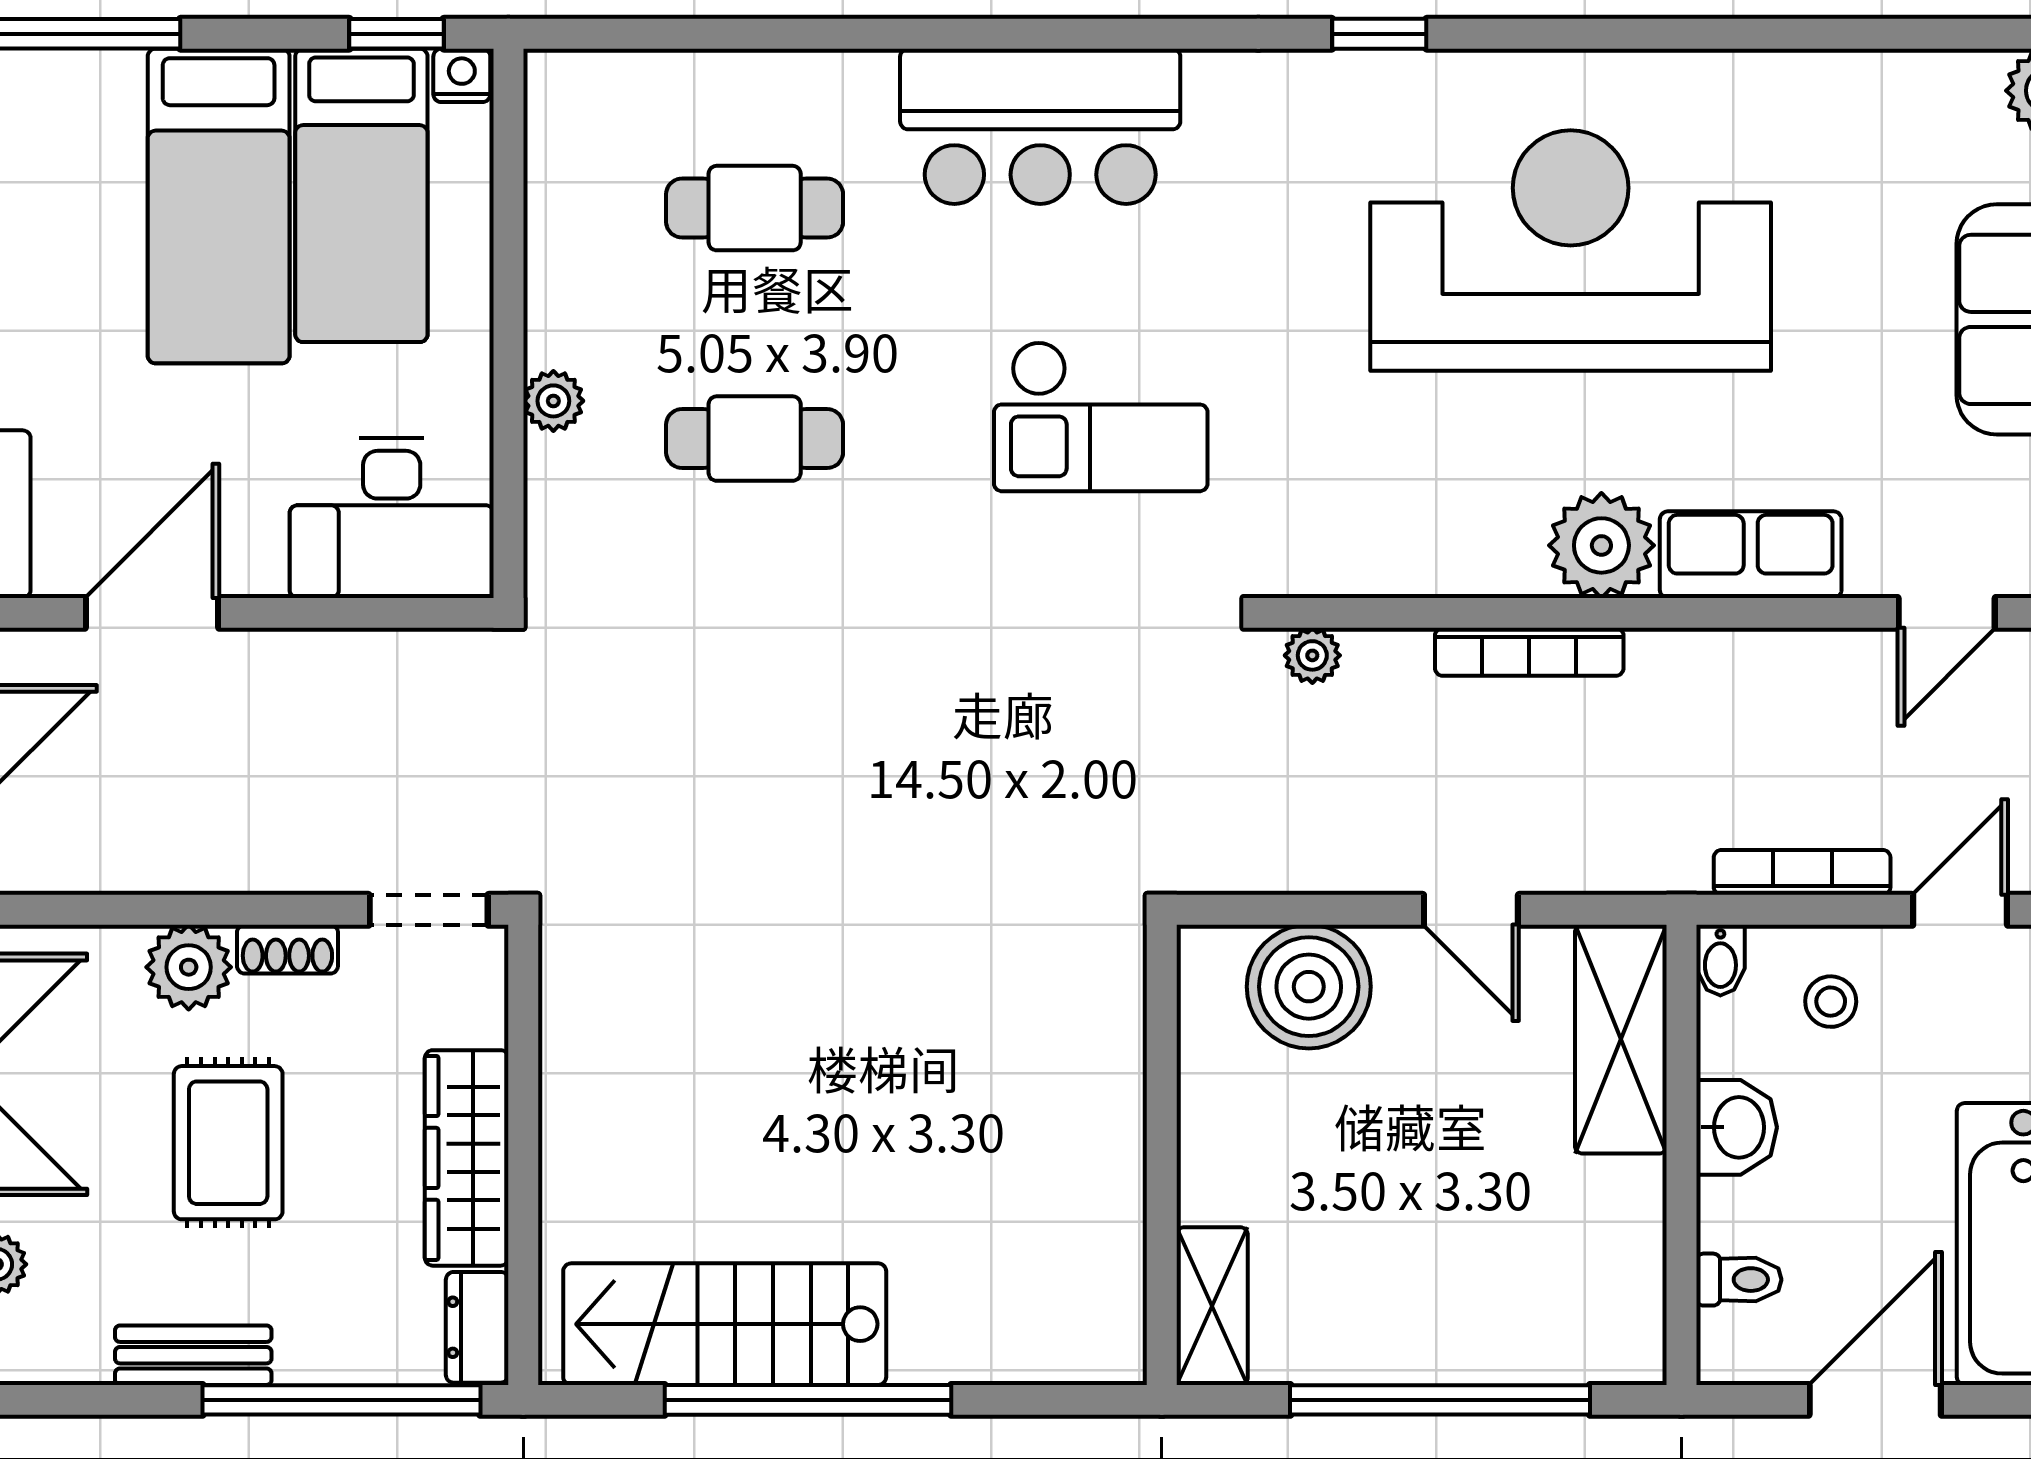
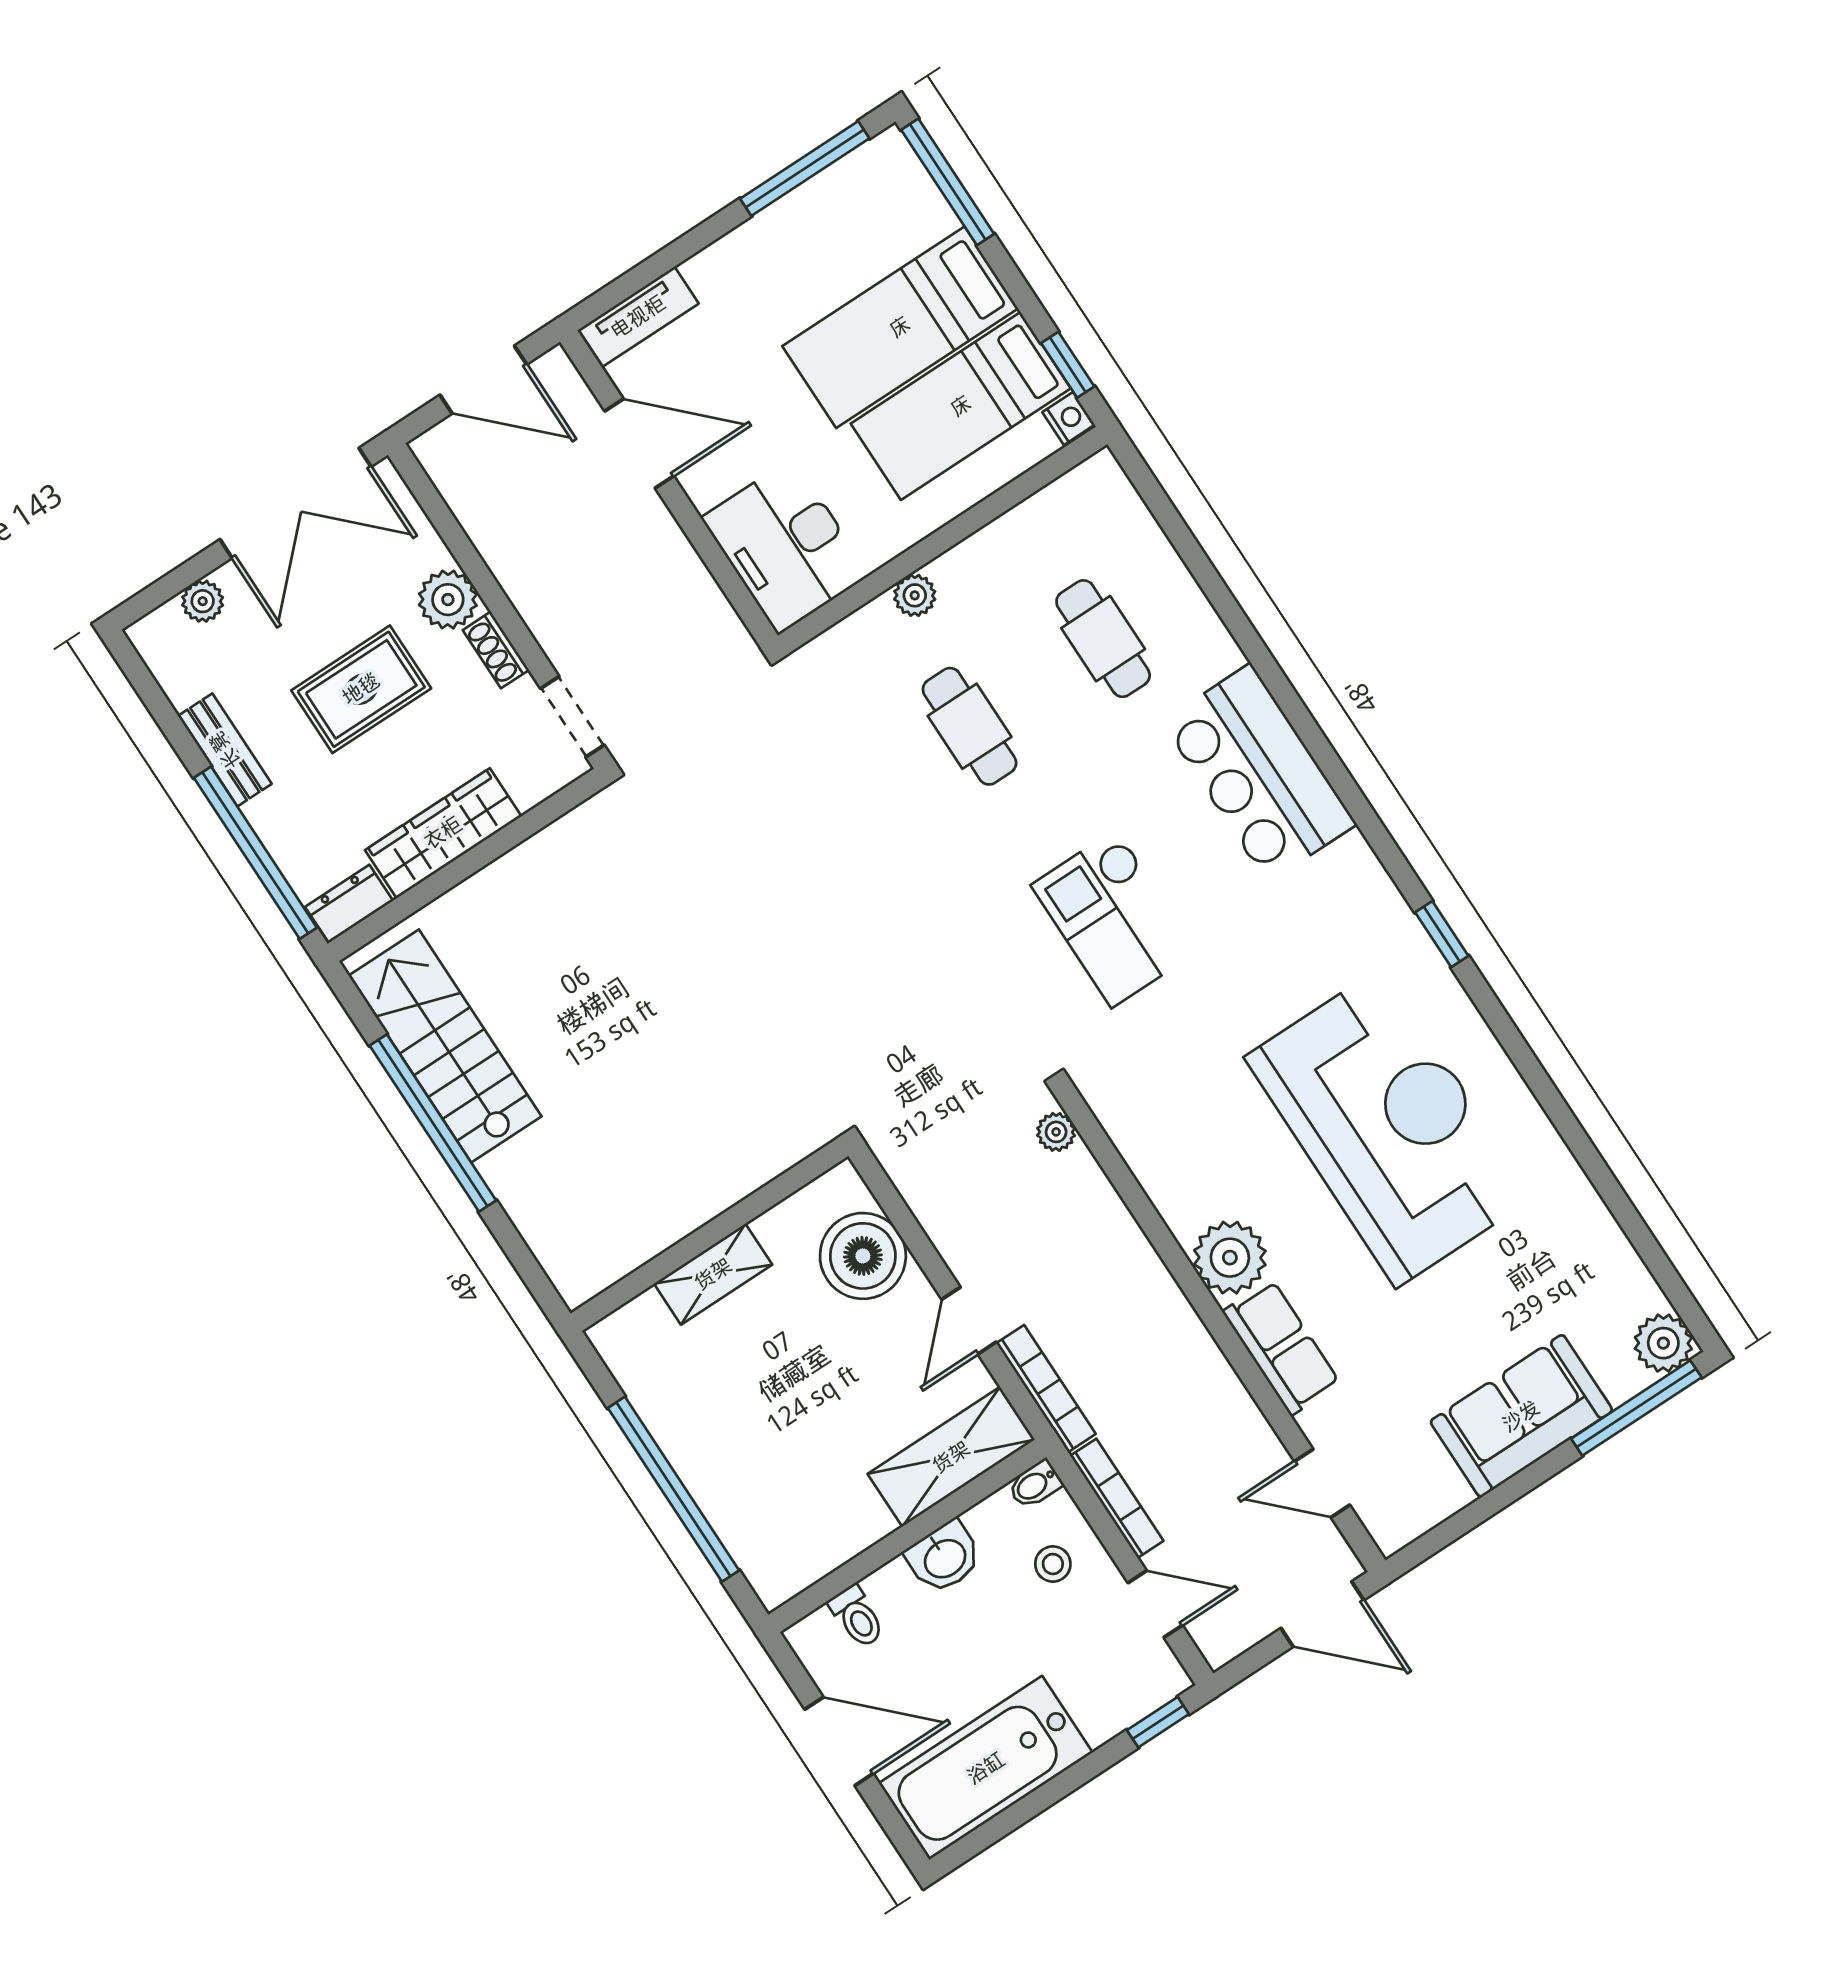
bookcase: (1529, 652) -> (1046, 1389), moved, turned 180
shelving: (1212, 1306) -> (713, 1274), moved

